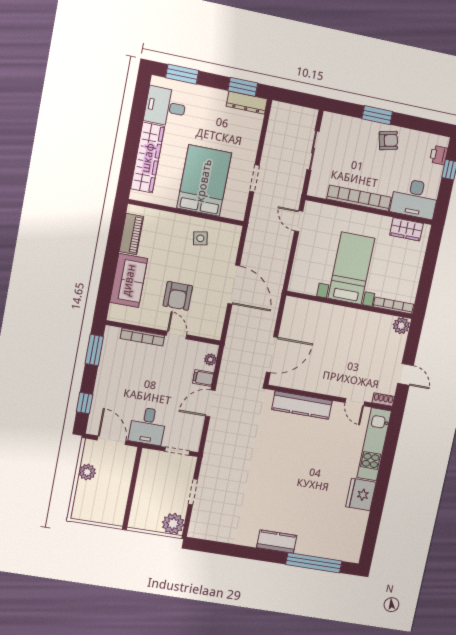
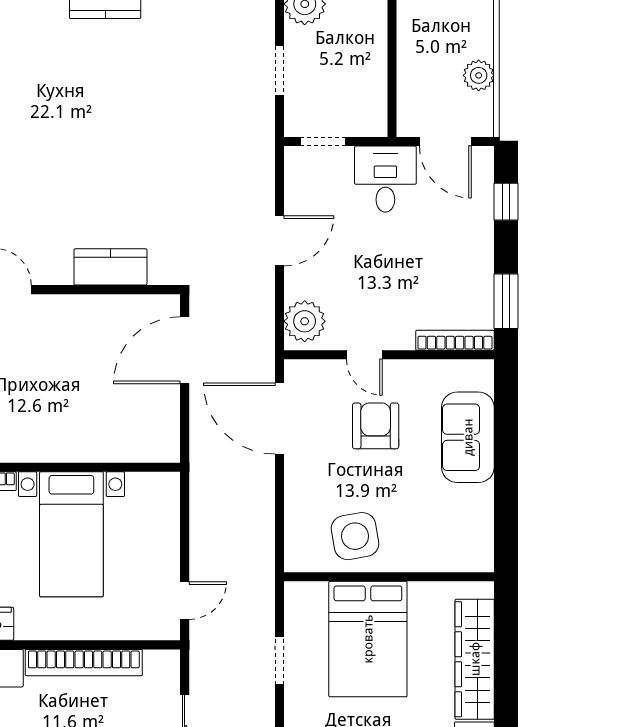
door: (299, 221) -> (185, 601), hinge flipped
piano: (131, 234) -> (478, 520), removed
side table: (200, 238) -> (355, 536), width x1.87, depth x1.87
door: (234, 285) -> (279, 419), moved
bookcase: (142, 337) -> (455, 340), moved
plant: (210, 360) -> (305, 321), width x1.88, depth x1.88
filing cabinet: (203, 378) -> (301, 285), removed
kitchen counter: (302, 405) -> (110, 267), width x0.67

